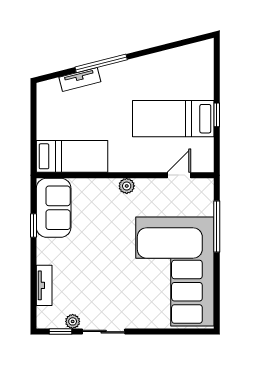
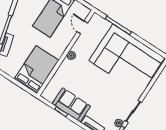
bed: (72, 156) -> (37, 70), width x1.50
sofa: (54, 208) -> (71, 105), moved

